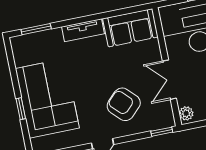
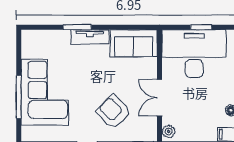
window: (36, 29) -> (77, 27), moved
window: (21, 109) -> (19, 97), width x2.17

